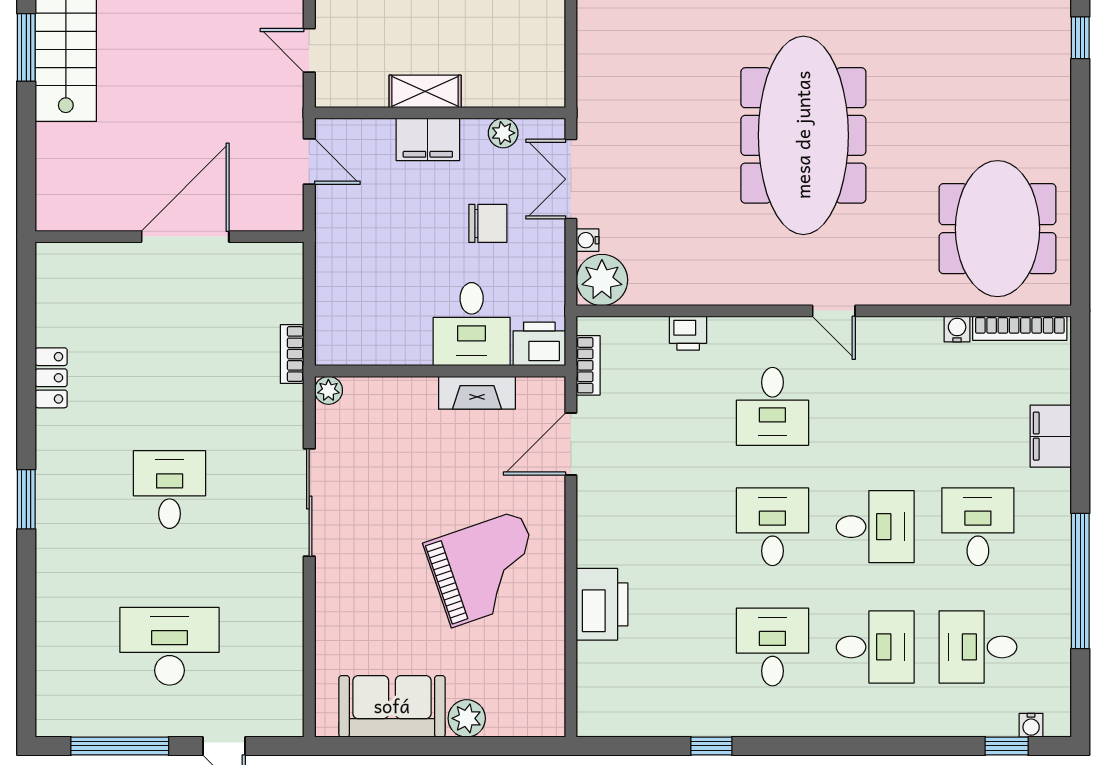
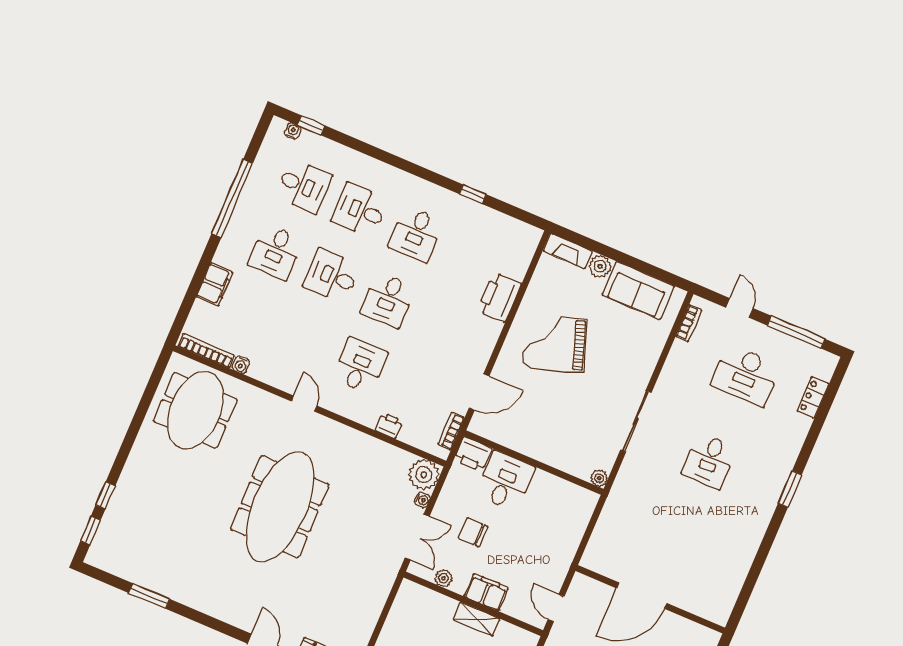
bookcase: (292, 354) -> (689, 323), moved
locker: (51, 378) -> (813, 397), moved
fireplace: (477, 393) -> (568, 251), moved, turned 180

